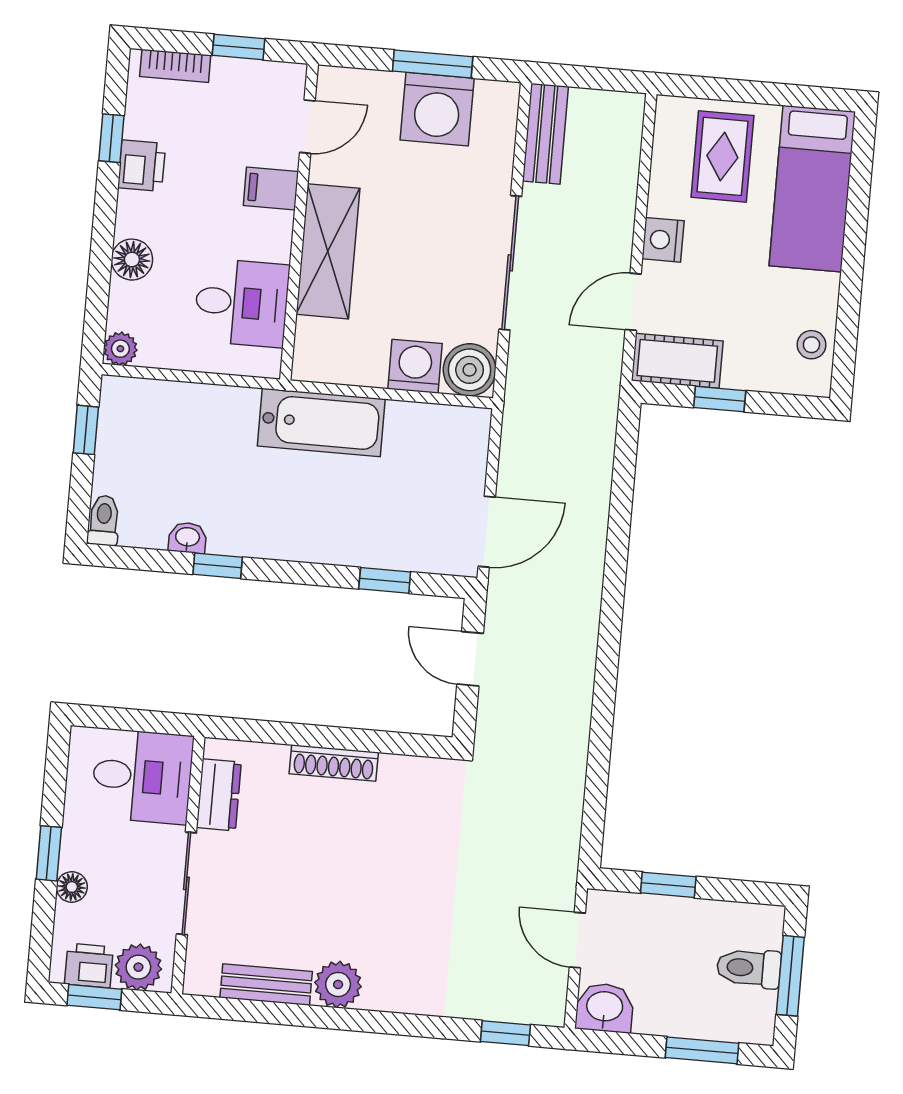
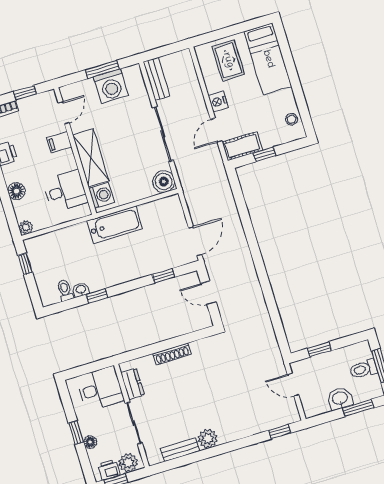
washing machine: (415, 366) -> (102, 195), moved, turned 90
toilet: (104, 520) -> (65, 290), moved
washbasin: (605, 1008) -> (340, 399), moved

